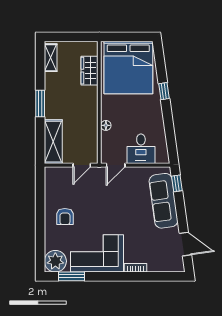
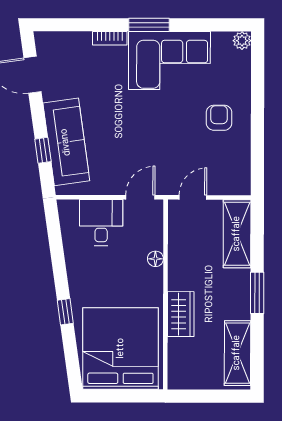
shelving: (51, 58) -> (237, 353), width x1.50, depth x1.33
wardrobe: (89, 71) -> (181, 314), moved
window: (177, 183) -> (43, 150), moved
plant: (55, 261) -> (242, 41), width x0.53, depth x0.53
window: (72, 276) -> (149, 25), moved

